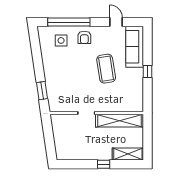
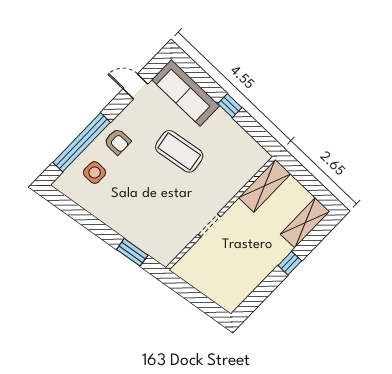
shelving: (119, 121) -> (265, 186), width x0.68

